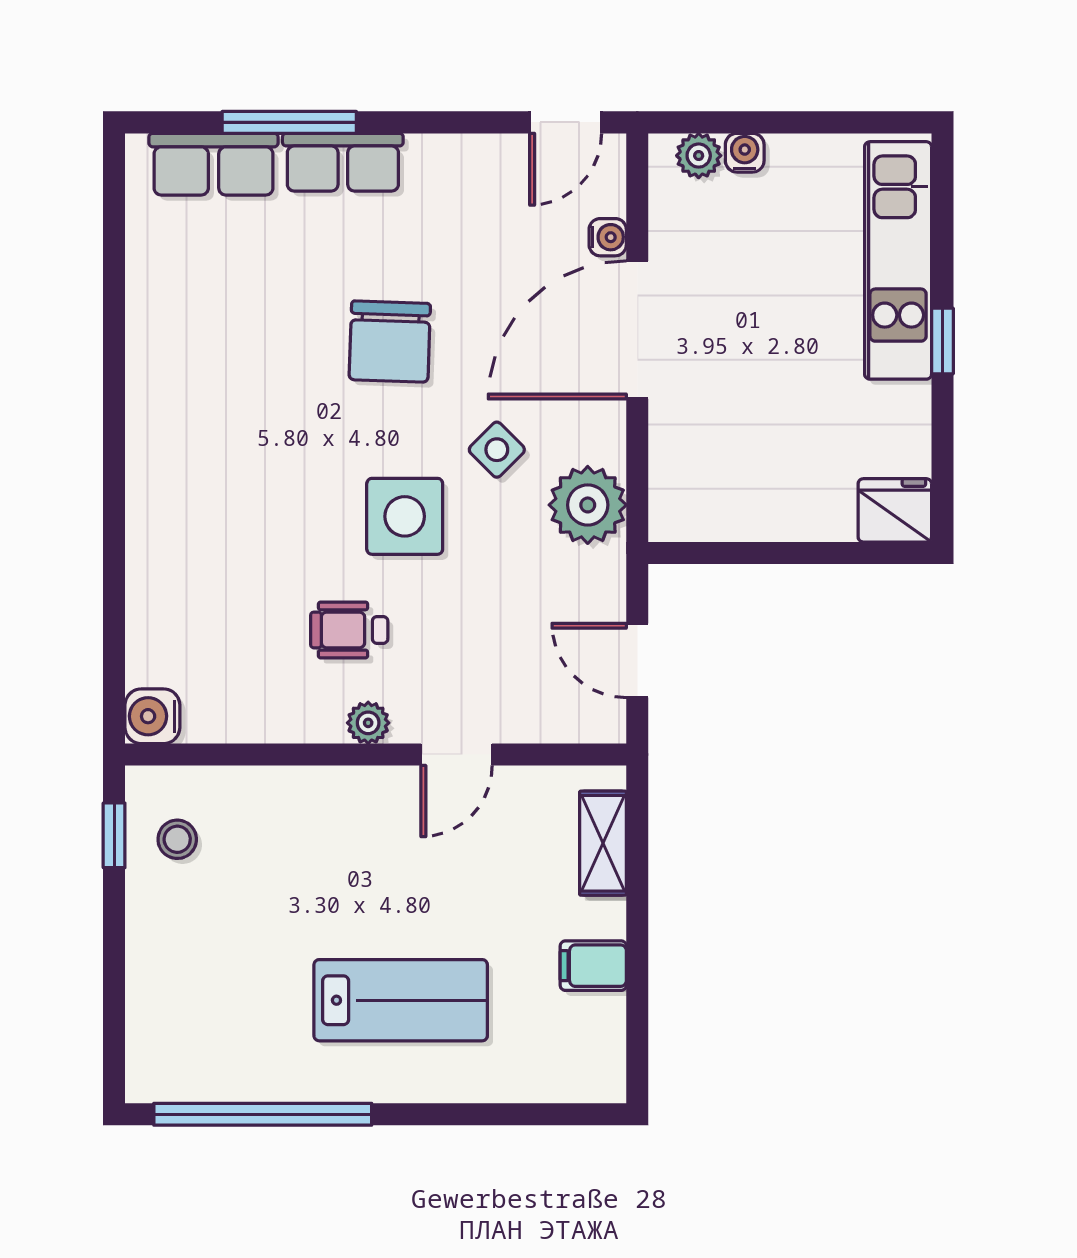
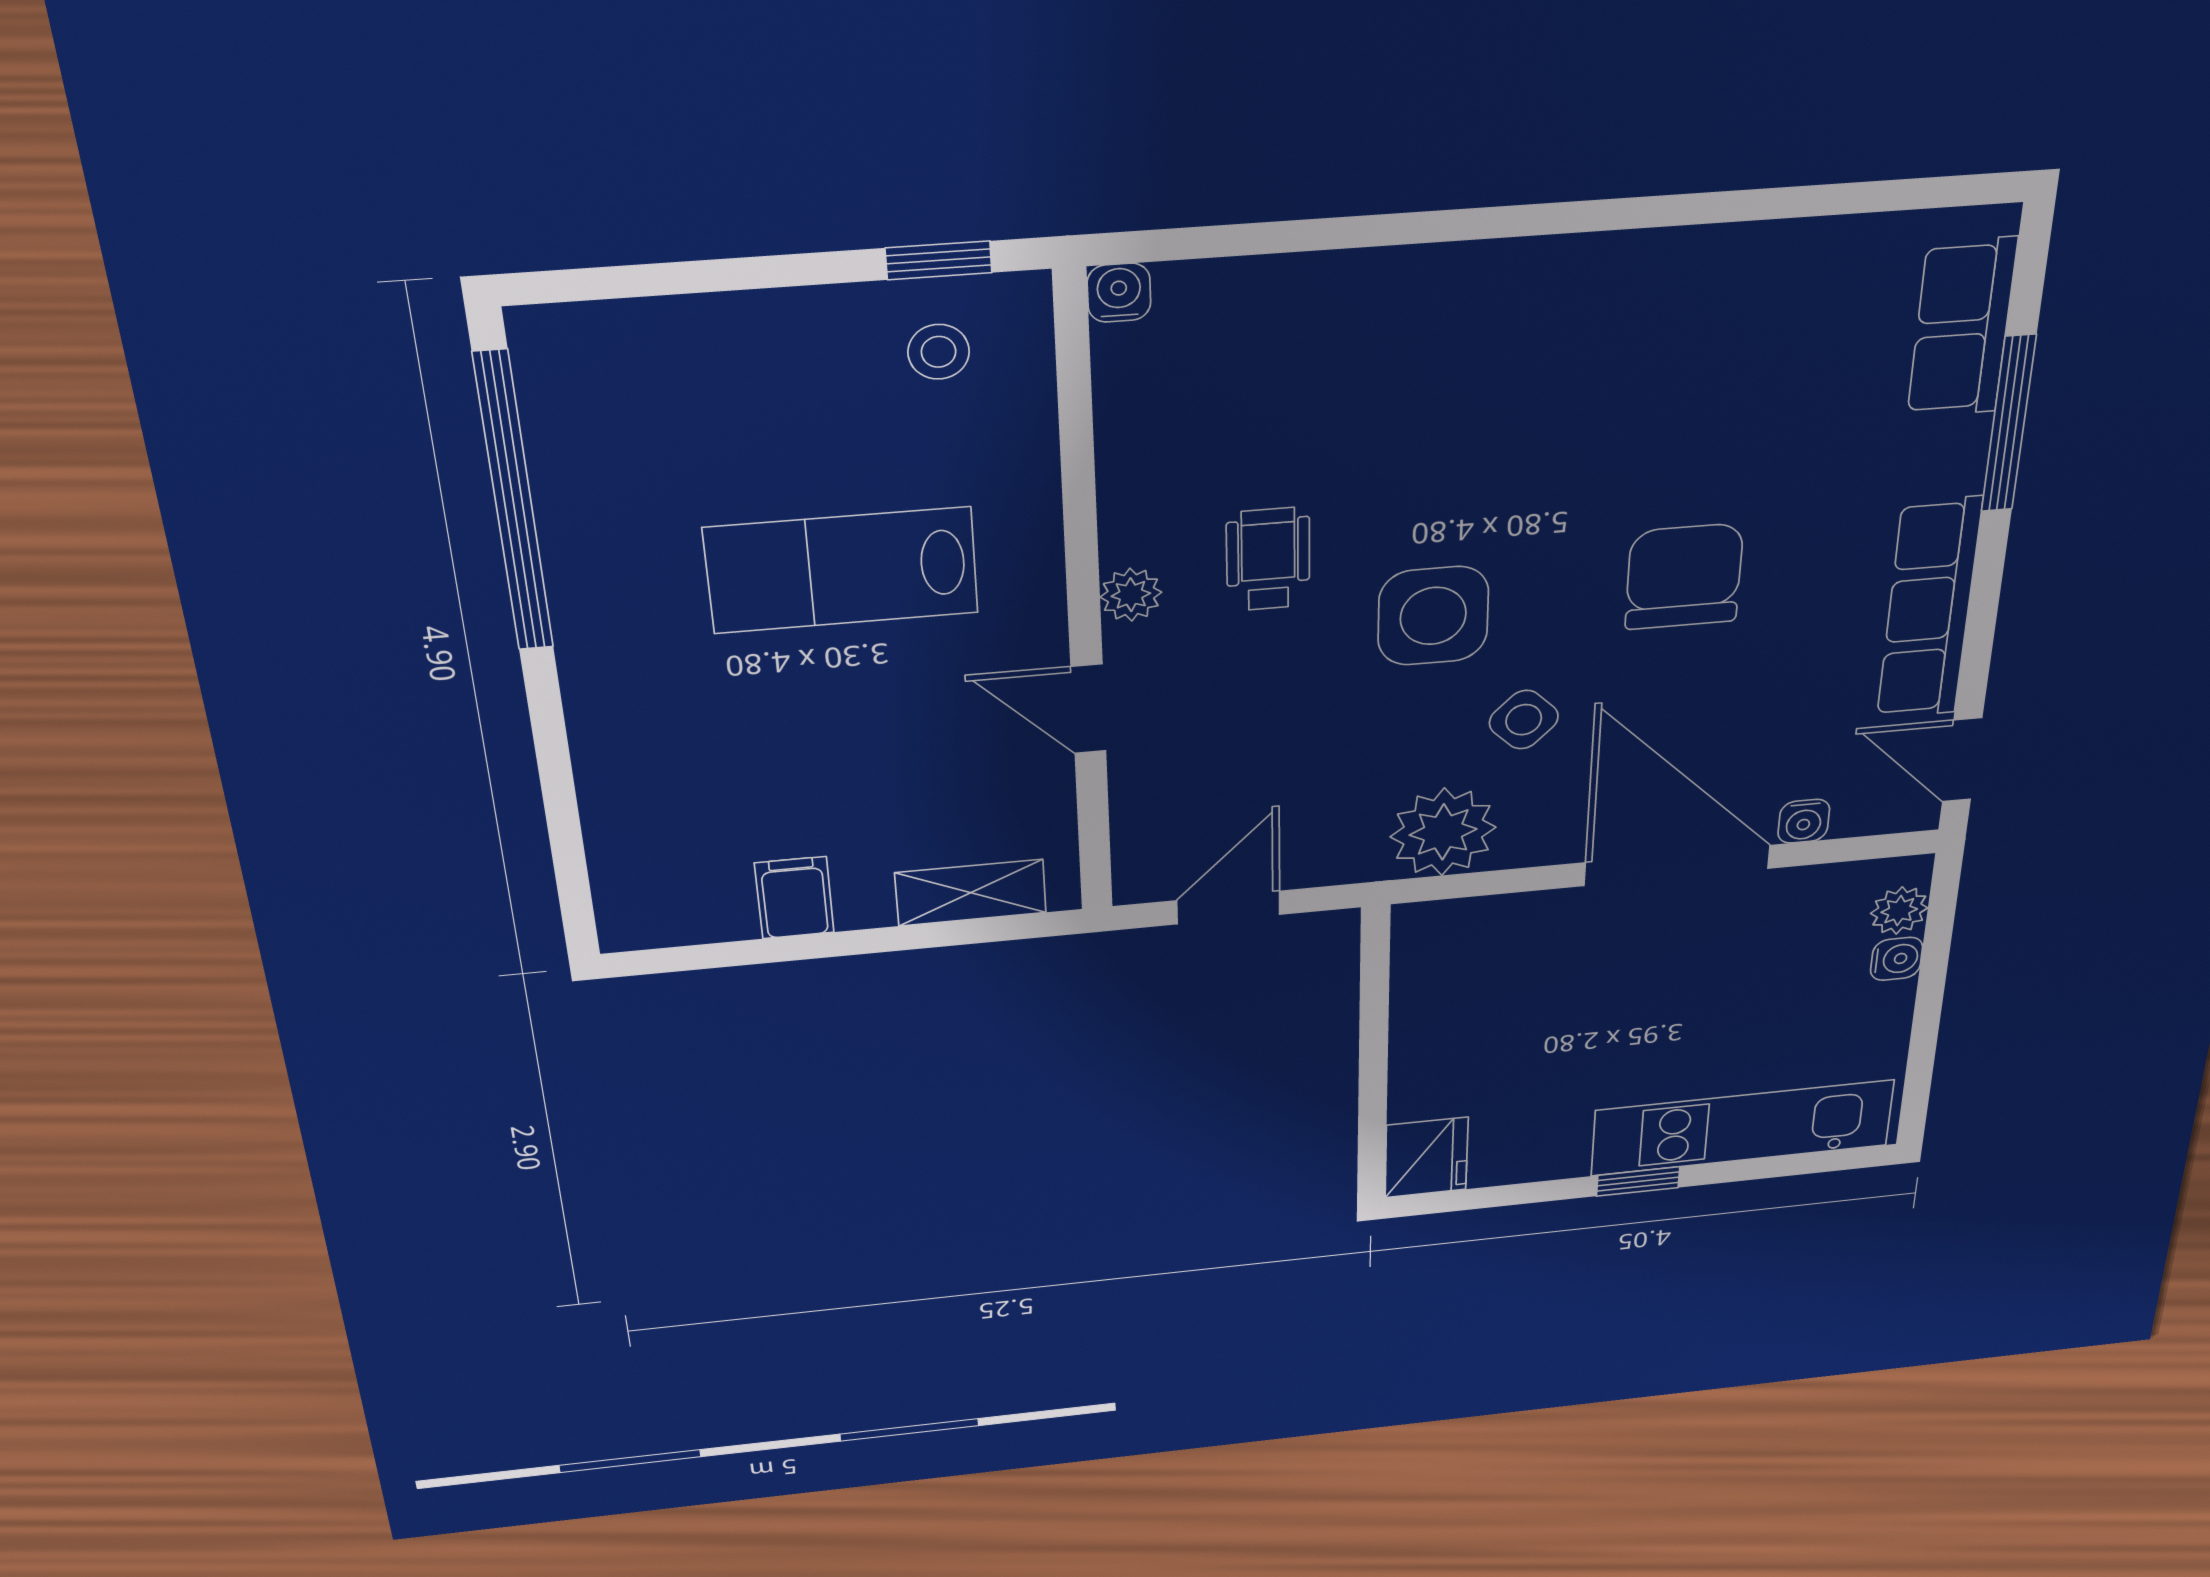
row of seats: (343, 162) -> (1929, 609), moved, width x1.48
chair: (390, 342) -> (1684, 577), turned 88
water cooler: (152, 716) -> (1119, 293), width x0.72, depth x0.72
lab bench: (401, 1000) -> (842, 570), moved, turned 90

